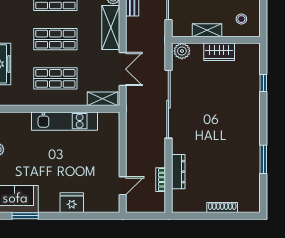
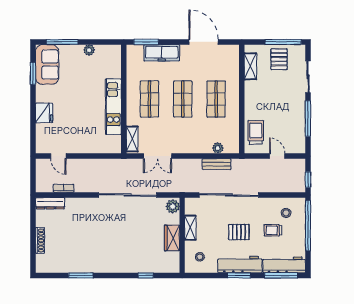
shelving: (111, 28) -> (193, 146), removed
dresser: (178, 172) -> (50, 203), moved

